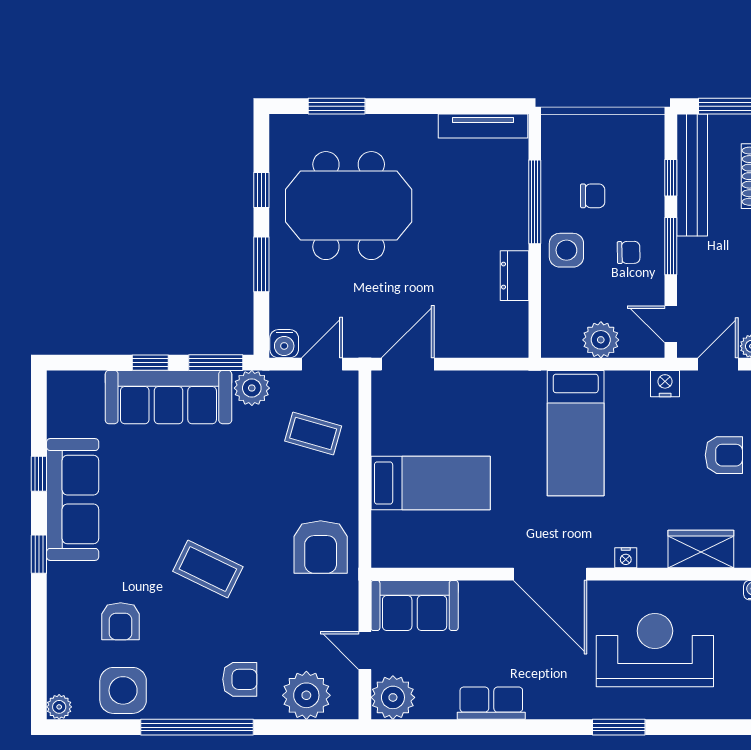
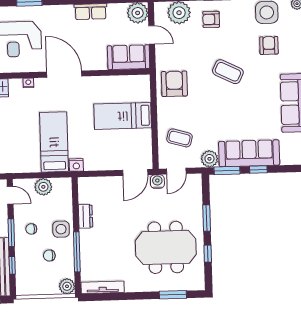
plant: (557, 130) -> (67, 286), added
water cooler: (284, 344) -> (157, 182), moved
nightstand: (665, 384) -> (76, 165), moved

